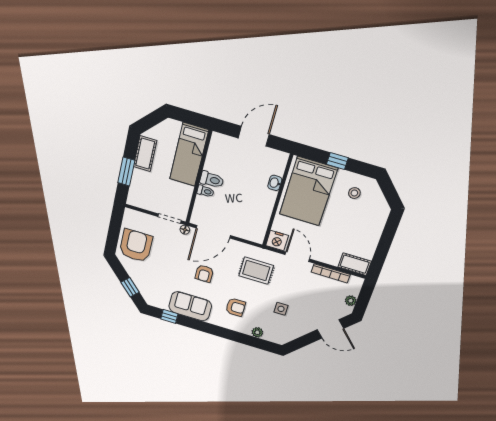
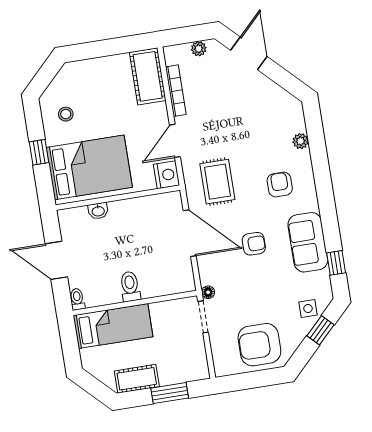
toilet: (205, 191) -> (77, 299), moved
door: (213, 232) -> (190, 233), moved
cot: (355, 264) -> (148, 76), width x1.37, depth x1.34
side table: (281, 309) -> (308, 308), moved

